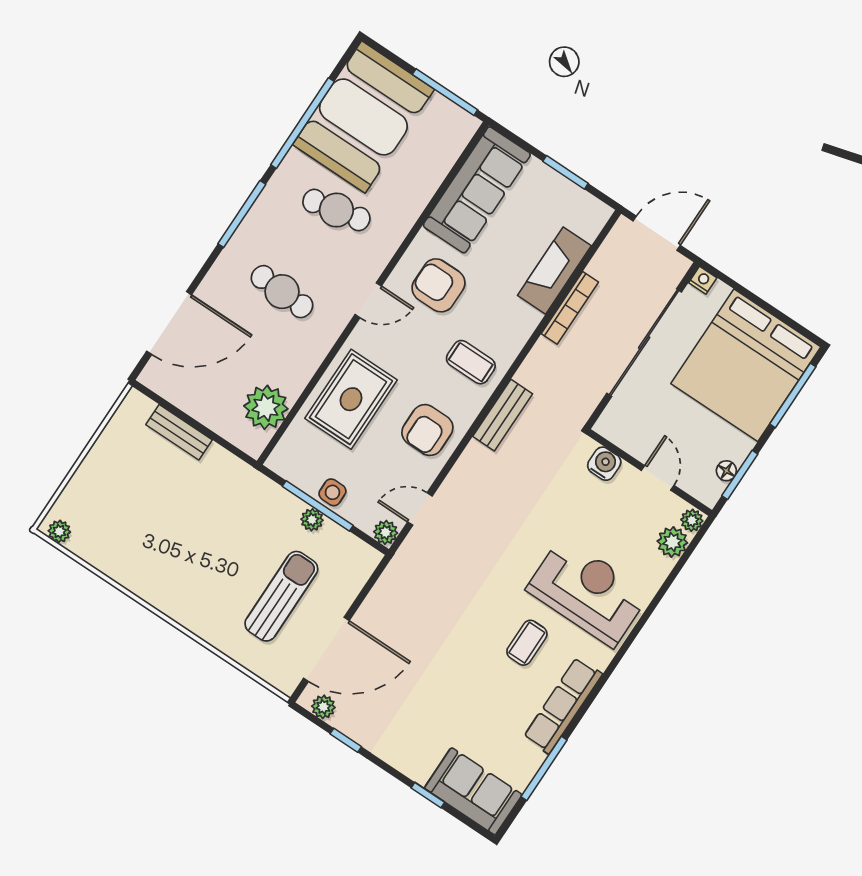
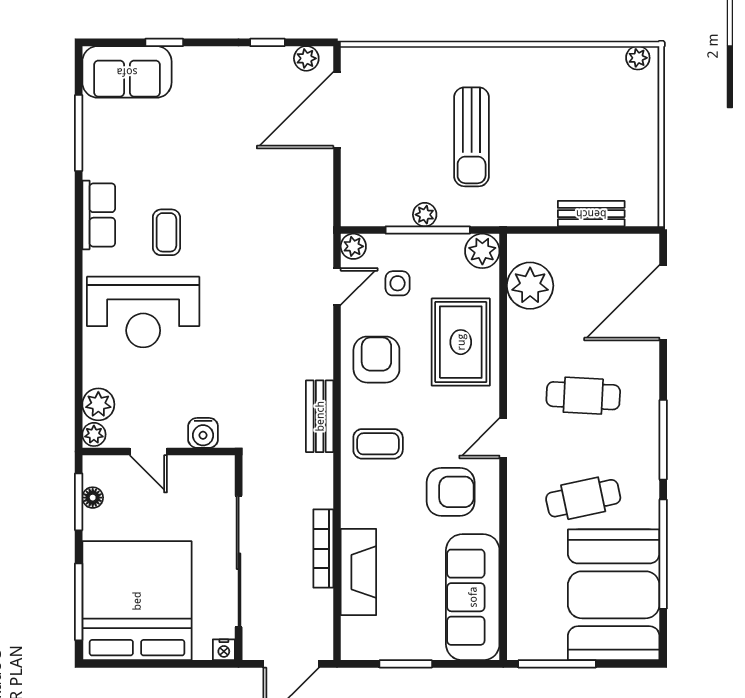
plant: (286, 460) -> (482, 251), added
side table: (332, 492) -> (398, 283), moved
sun lounger: (281, 596) -> (472, 137), moved
row of seats: (563, 706) -> (99, 215), width x0.68

